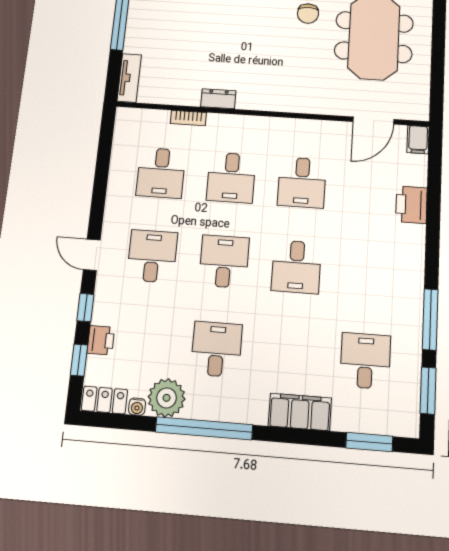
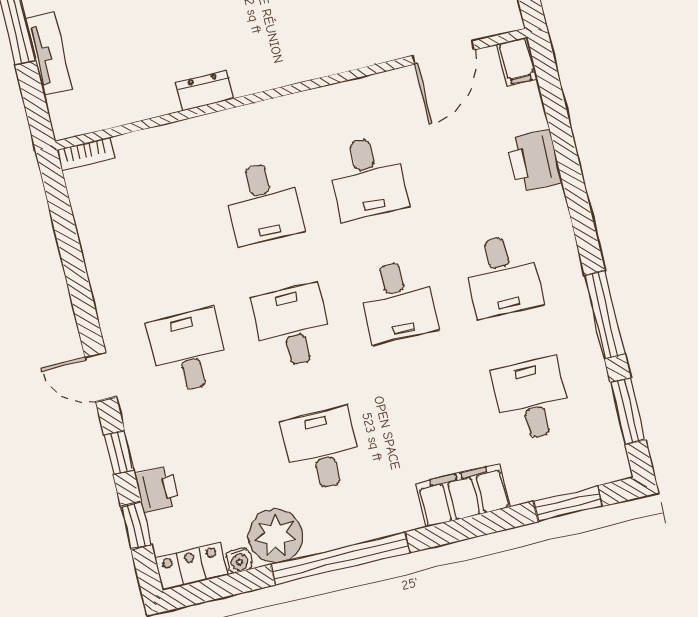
tv unit: (129, 78) -> (49, 53), moved
bookcase: (188, 118) -> (86, 154), moved
desk: (161, 173) -> (502, 276), moved

